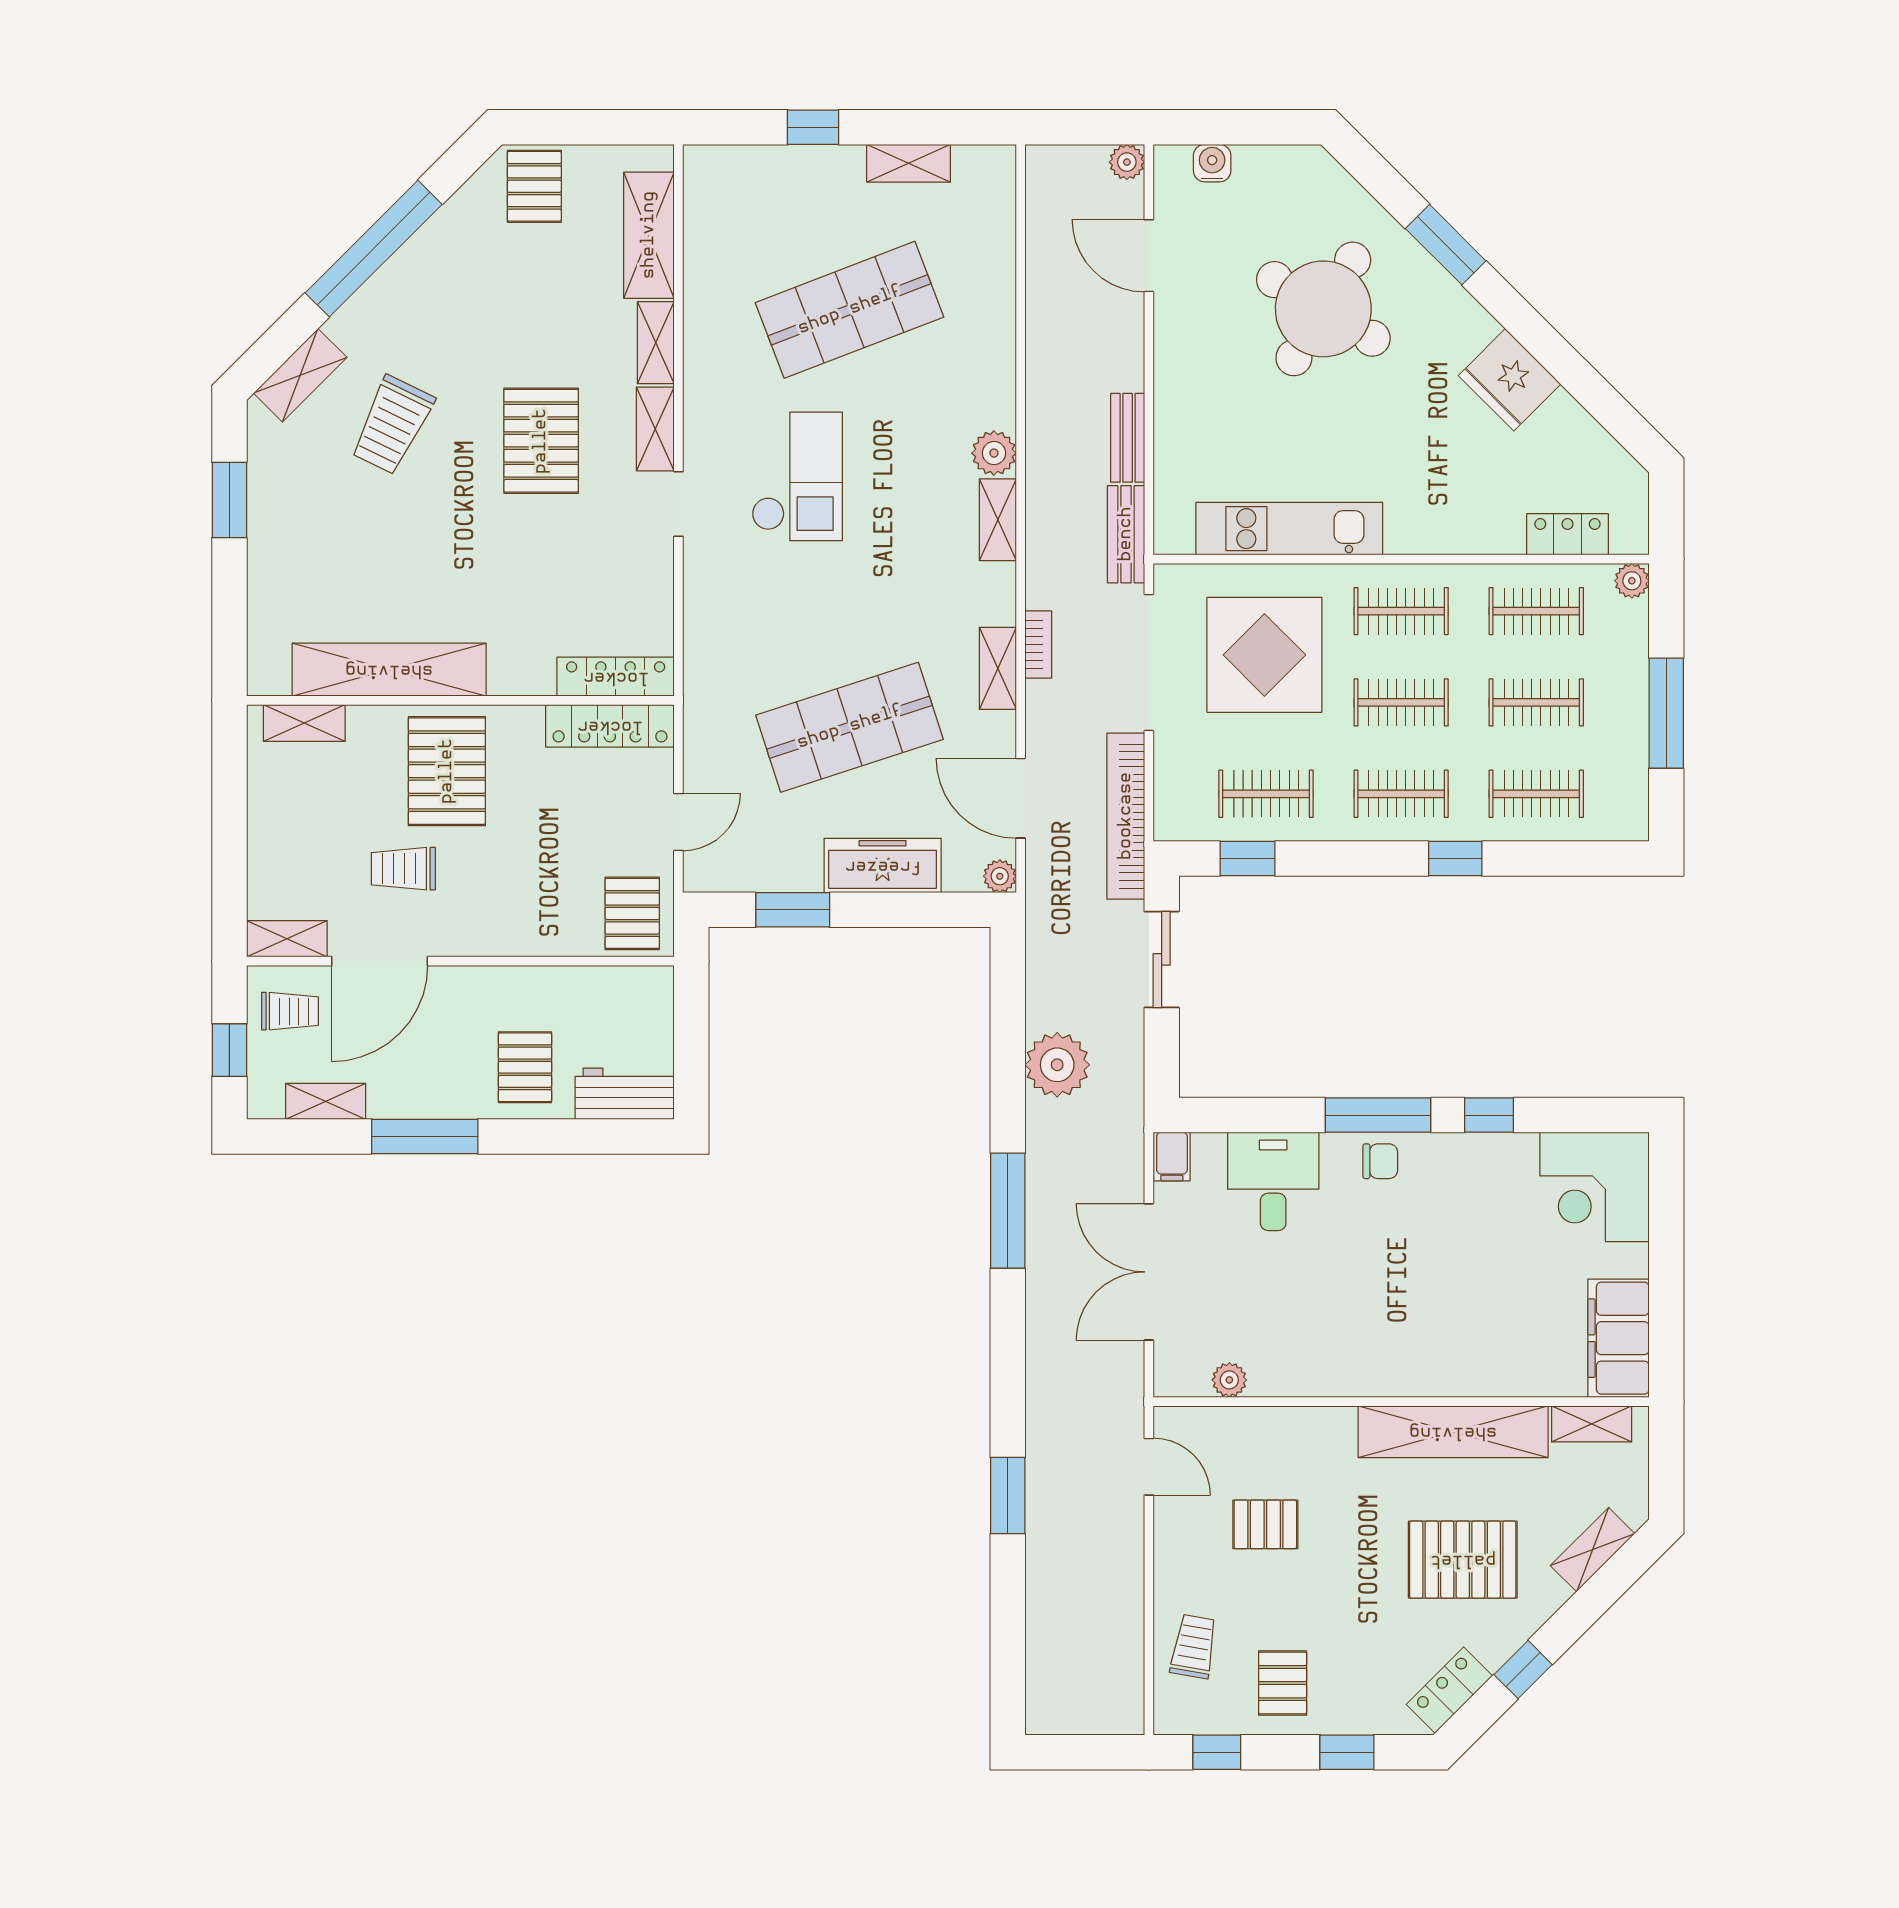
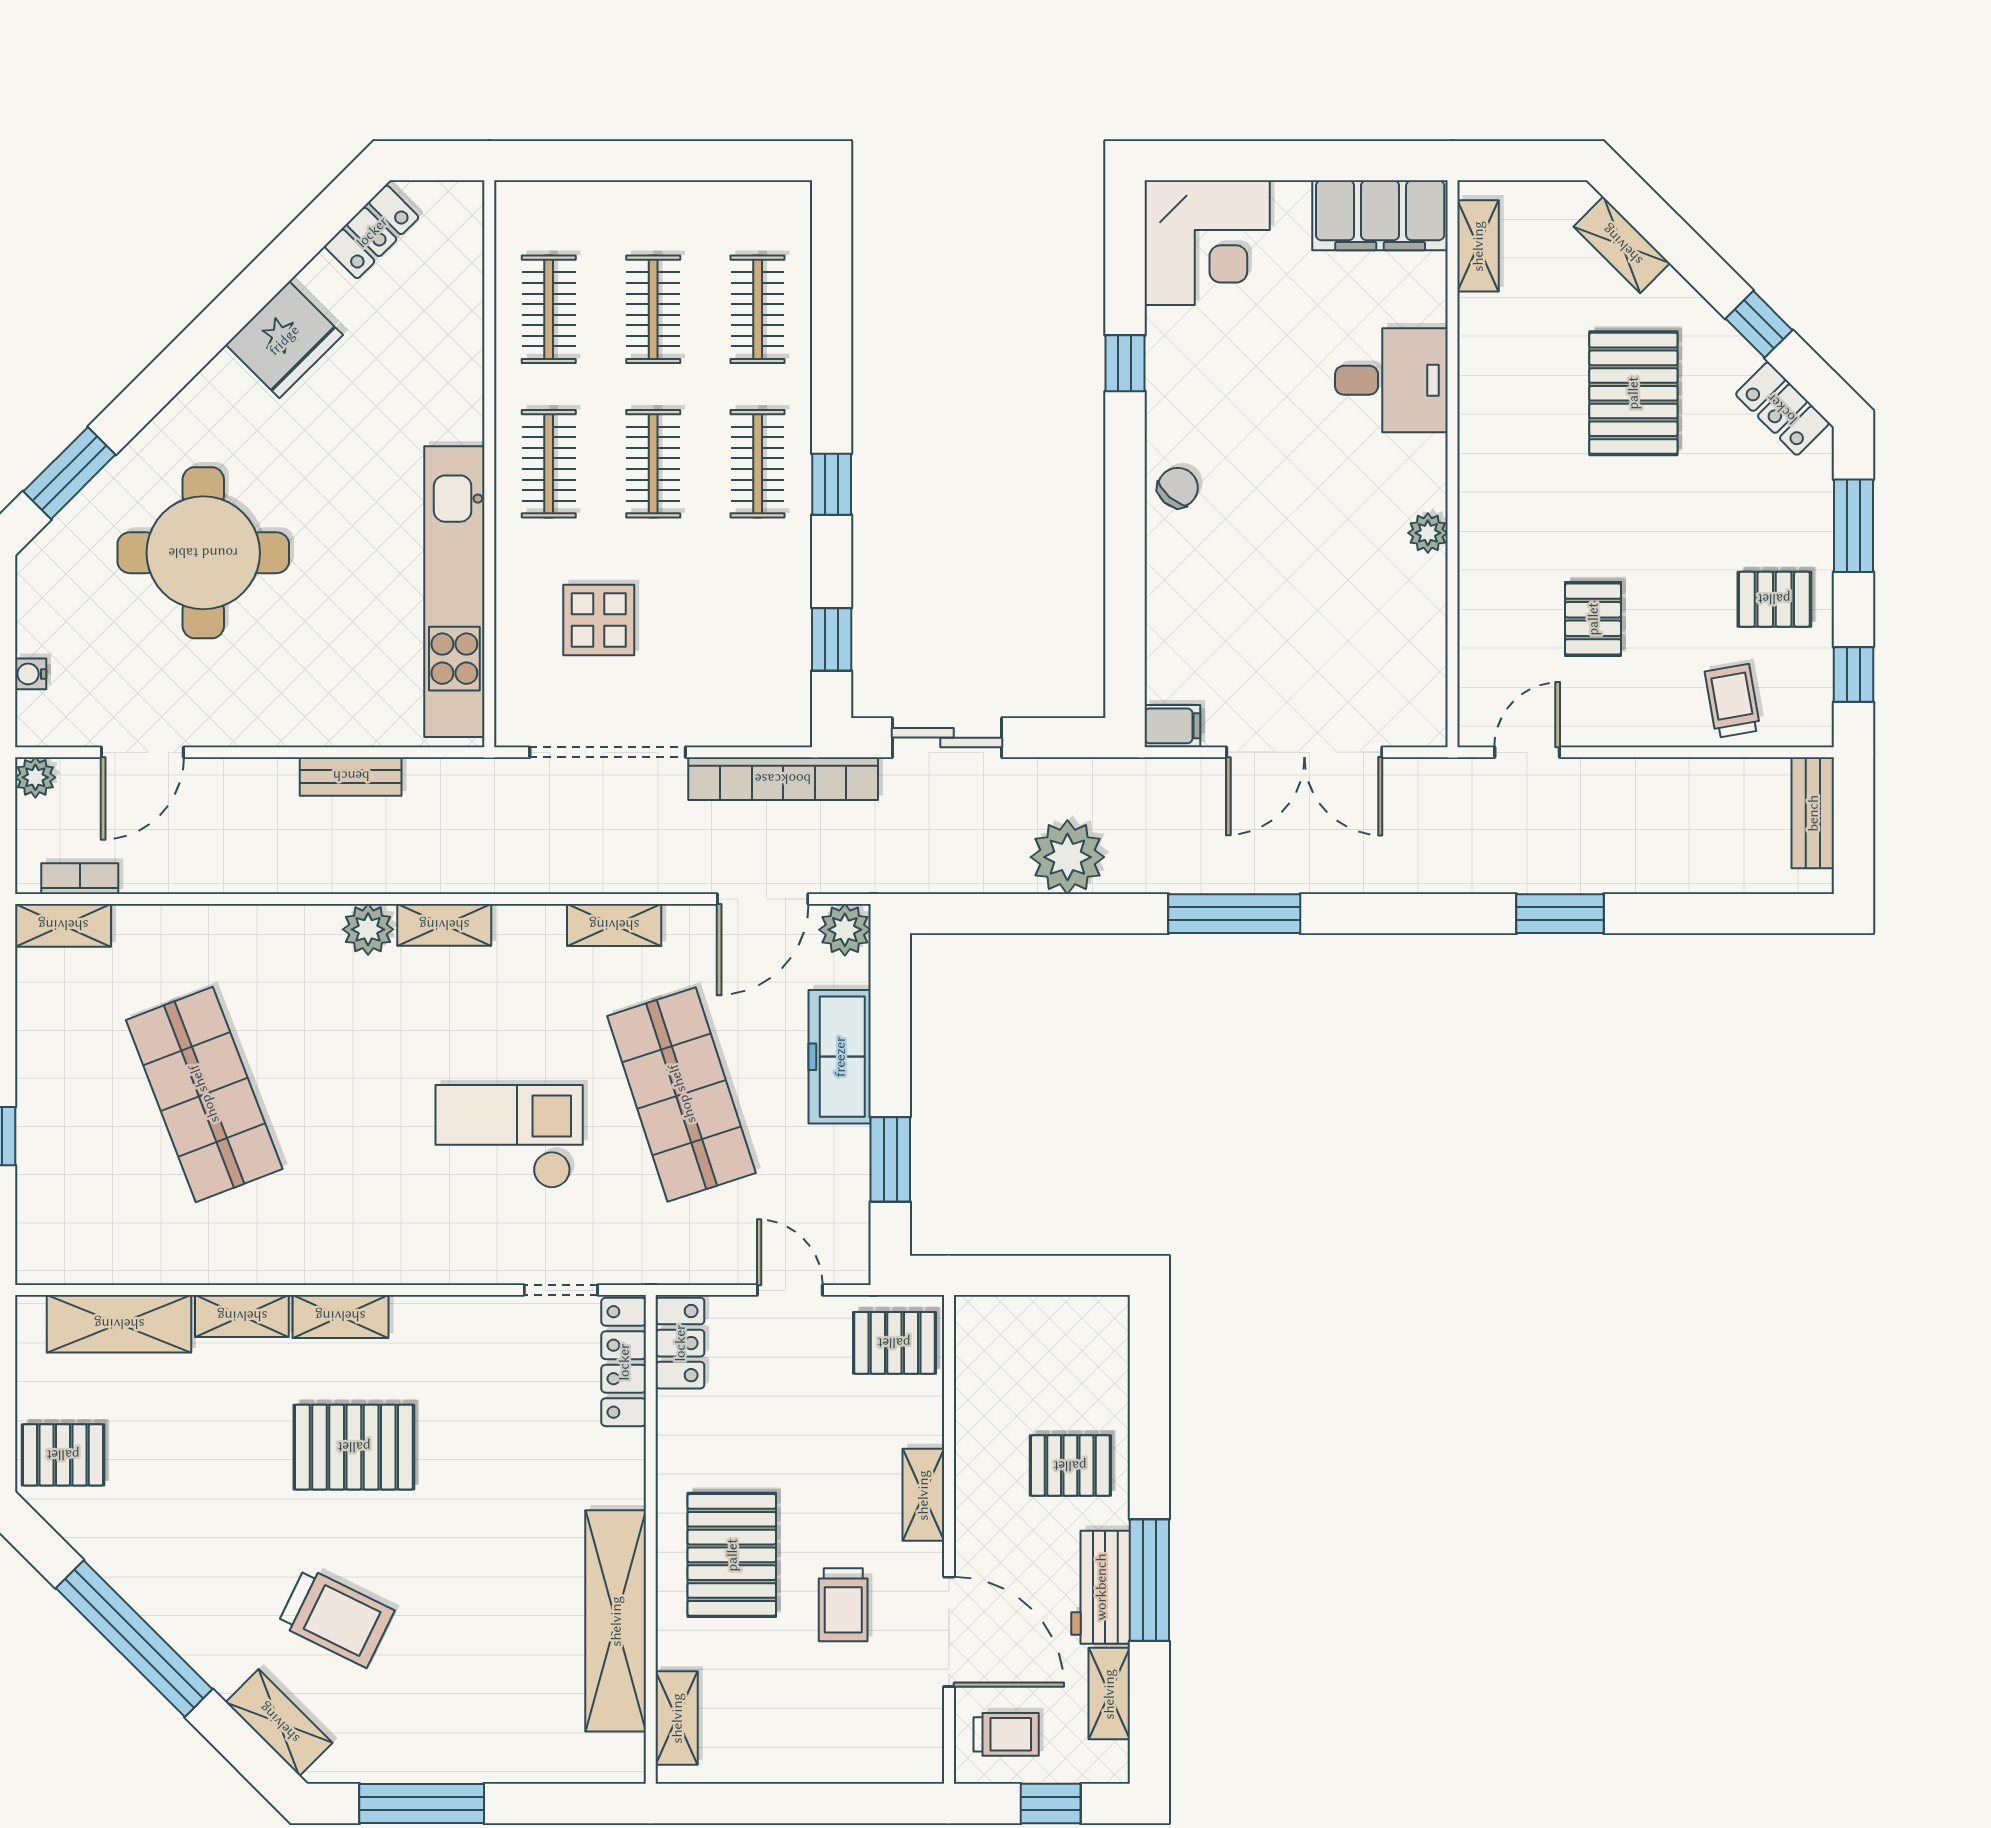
shelving: (909, 163) -> (63, 925), moved, turned 90
water cooler: (1212, 163) -> (31, 674), width x0.72, depth x0.72
window: (1446, 245) -> (69, 473), moved
round table: (1323, 309) -> (203, 553), turned -31
checkout: (797, 476) -> (509, 1137), moved
window: (229, 500) -> (422, 1803), width x1.44
doorway: (678, 504) -> (561, 1290), moved
kitchen unit: (1289, 529) -> (454, 592), width x1.36
bench: (1126, 534) -> (1813, 813), moved, turned 90
locker: (1567, 534) -> (372, 232), moved, turned -135
plant: (1632, 581) -> (514, 200), removed
bookcase: (1038, 645) -> (80, 879), moved
display table: (1264, 655) -> (599, 620), width x0.54, depth x0.54
window: (1666, 713) -> (665, 161), removed
locker: (610, 726) -> (680, 1343), width x0.66
pallet: (447, 771) -> (732, 1555), turned 90
clothes rail: (1266, 794) -> (758, 618), removed
window: (1455, 858) -> (832, 484), moved
plant: (1000, 876) -> (845, 930), width x1.38, depth x1.38
shelving: (287, 939) -> (923, 1495), moved
trolley: (290, 1011) -> (1006, 1734), turned 90
workbench: (625, 1094) -> (1101, 1587), moved
window: (1378, 1115) -> (1125, 490), removed
chair: (1380, 1161) -> (1178, 488), turned 41
desk: (1273, 1181) -> (1391, 380), moved, turned 180
plant: (1229, 1380) -> (1428, 533), moved
shelving: (1453, 1432) -> (1487, 404), removed
trolley: (1194, 1646) -> (1733, 701), turned 70
window: (1347, 1752) -> (1853, 526), width x1.50

